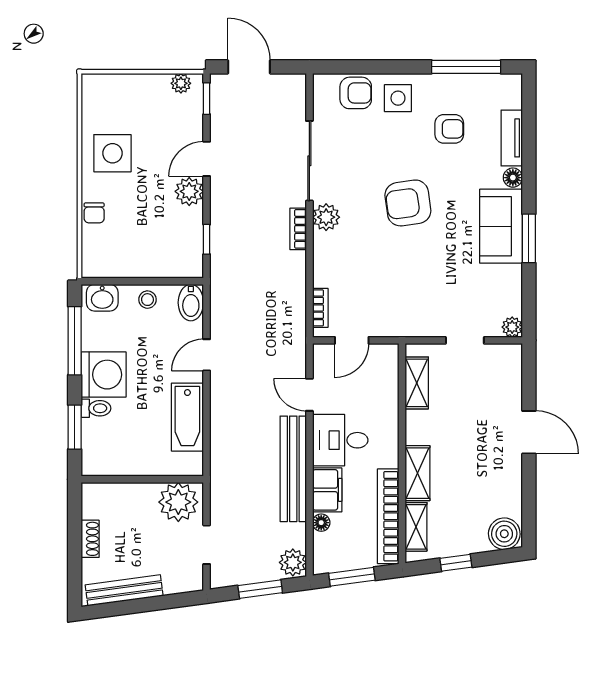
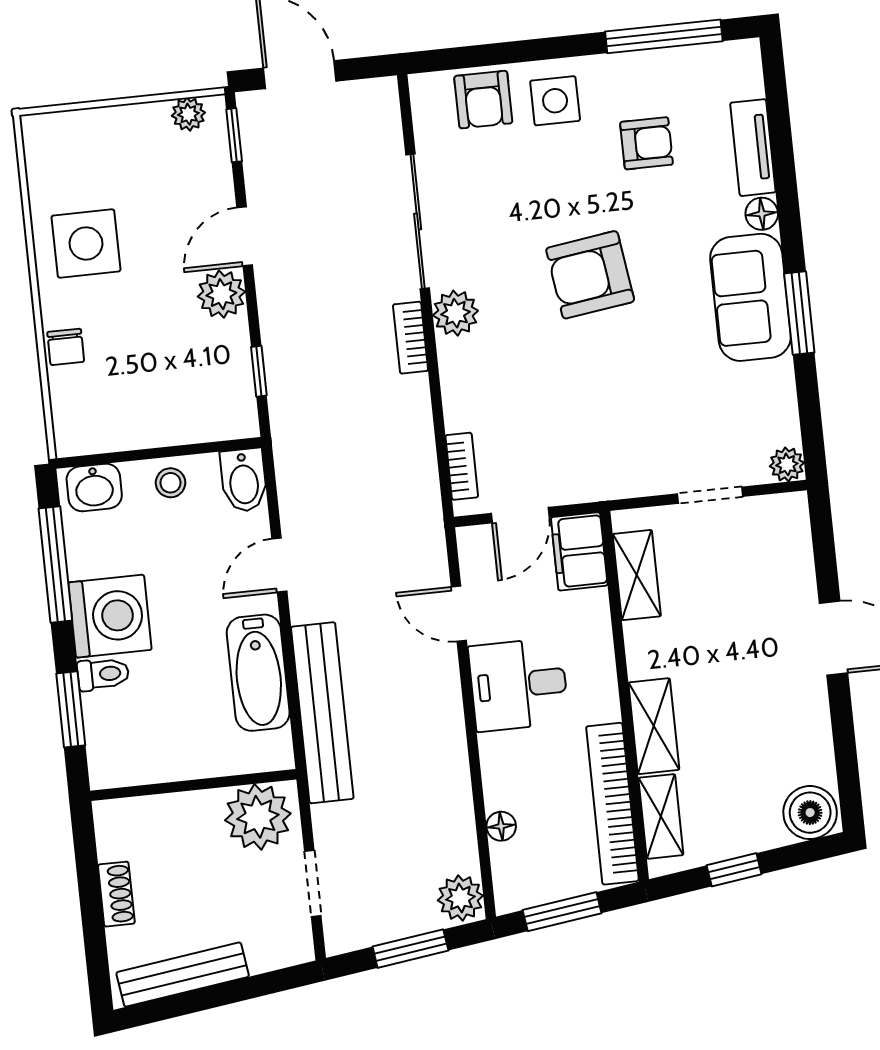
armchair: (356, 93) -> (483, 100), turned 90
bench: (293, 469) -> (322, 713), moved
filing cabinet: (327, 490) -> (579, 551), moved, turned 180

